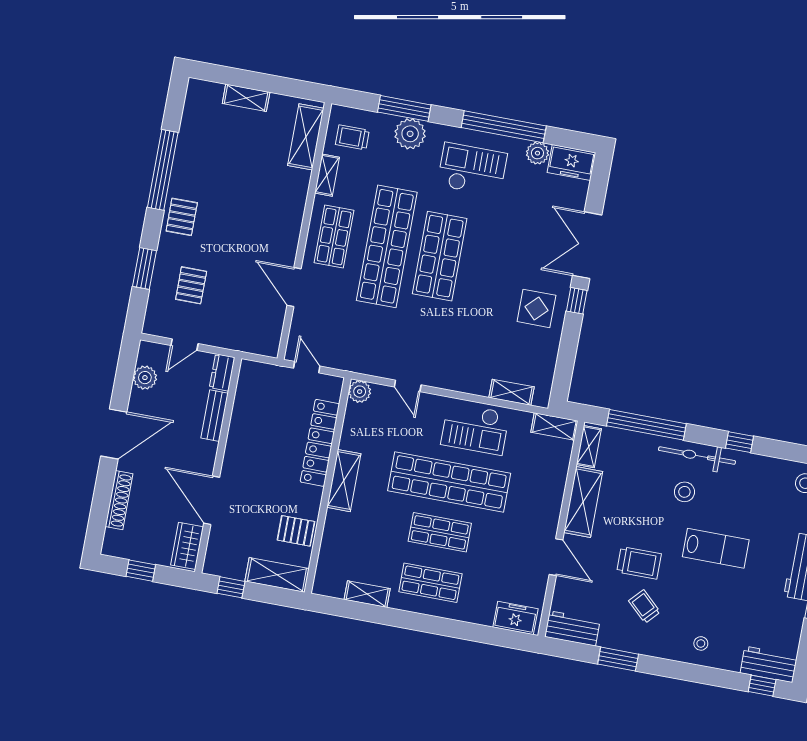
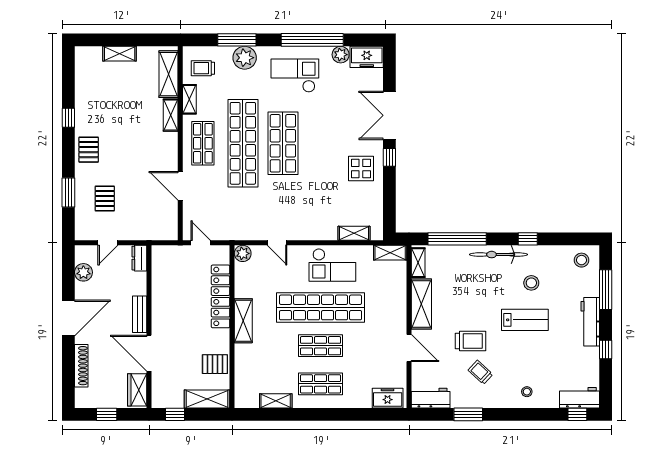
window: (163, 170) -> (68, 118), width x0.32
shelving: (298, 191) -> (171, 115), added
bench: (215, 416) -> (140, 314), moved
stool: (684, 492) -> (531, 283), moved

